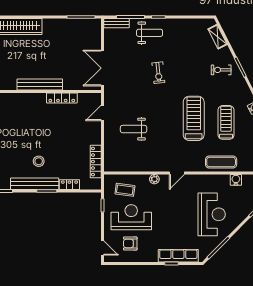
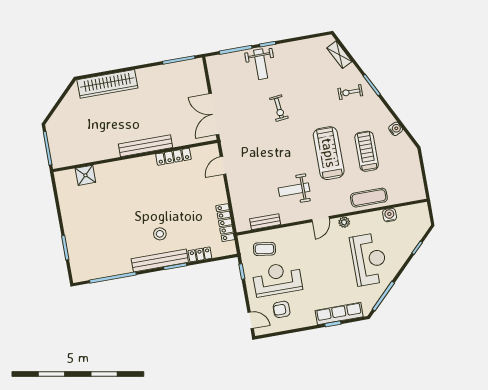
bench: (116, 23) -> (265, 222), moved
weight bench: (150, 33) -> (261, 64), turned 90
weight bench: (134, 129) -> (294, 190), moved
plant: (154, 179) -> (344, 222), moved

